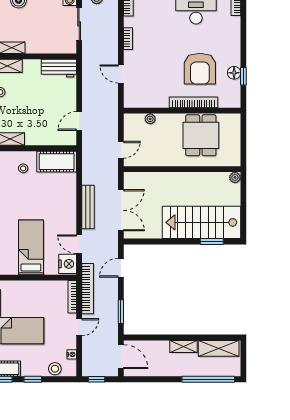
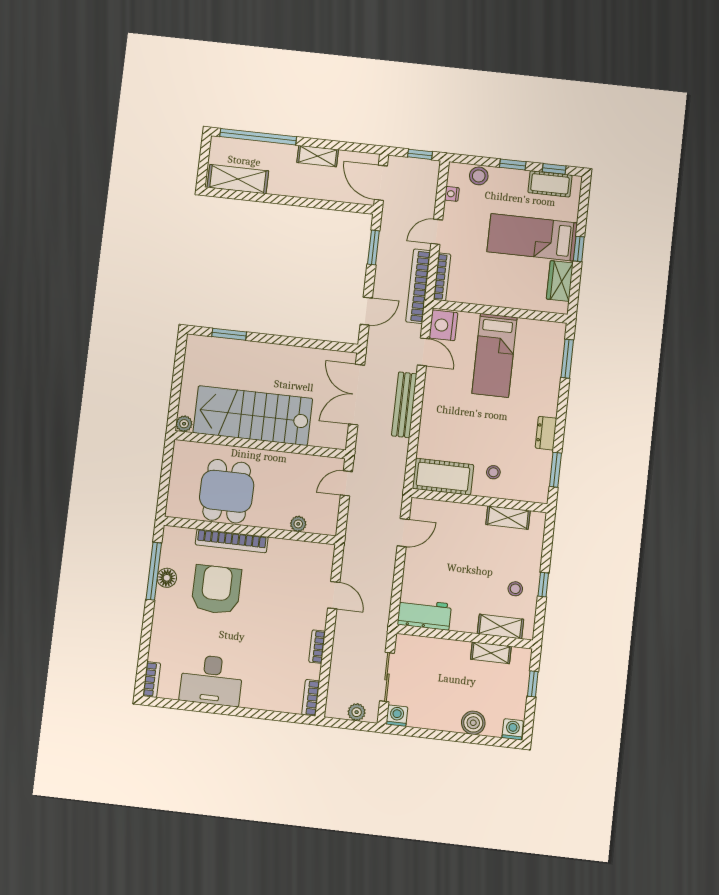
window: (243, 76) -> (154, 571), width x2.17
stairs: (202, 222) -> (253, 416), moved, turned 180
shelving: (184, 346) -> (318, 156), moved

